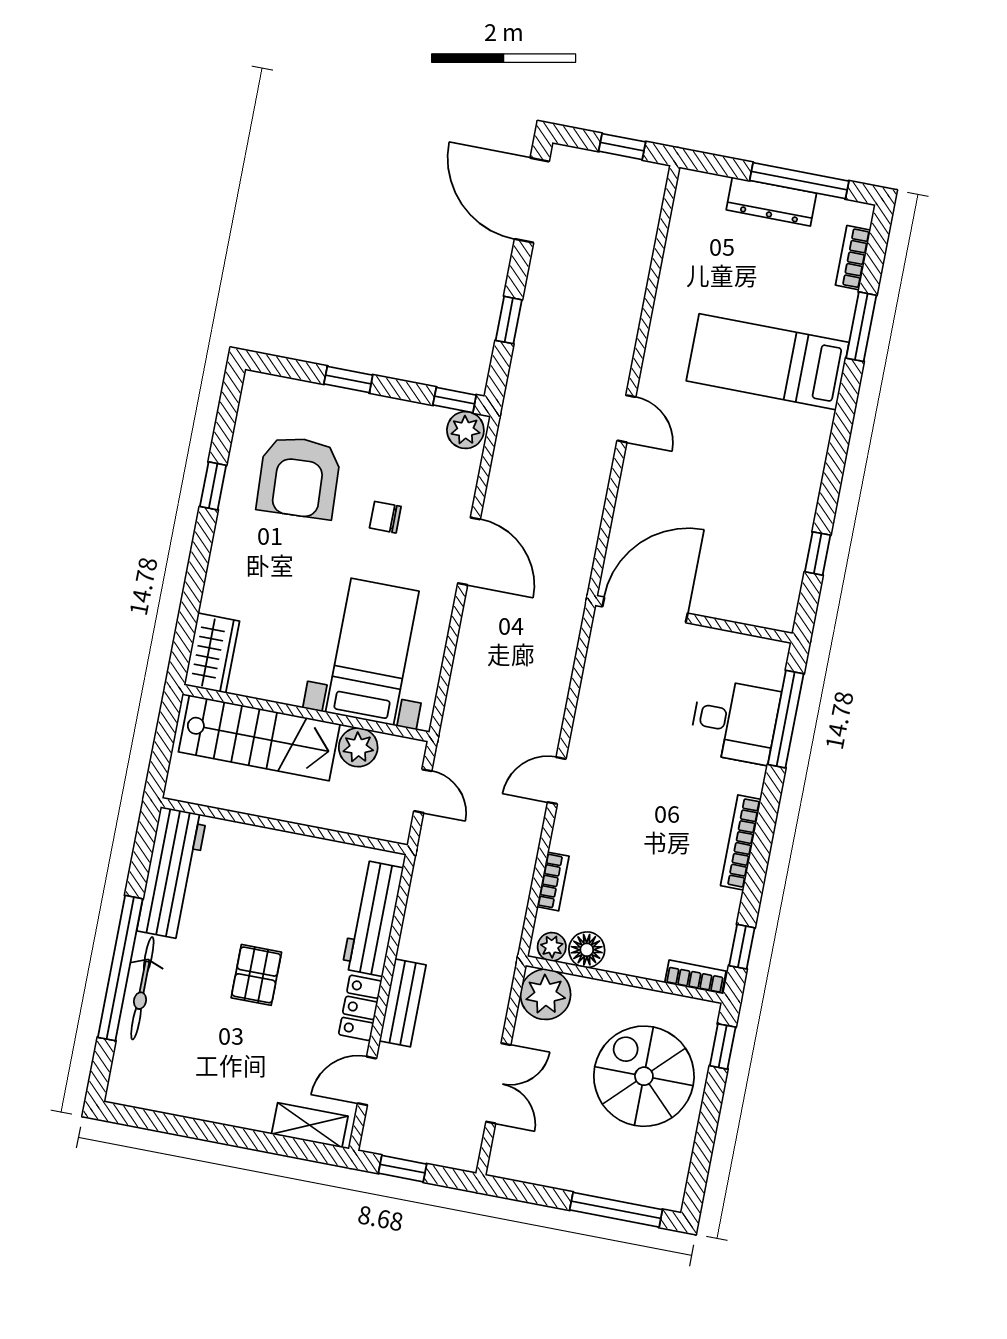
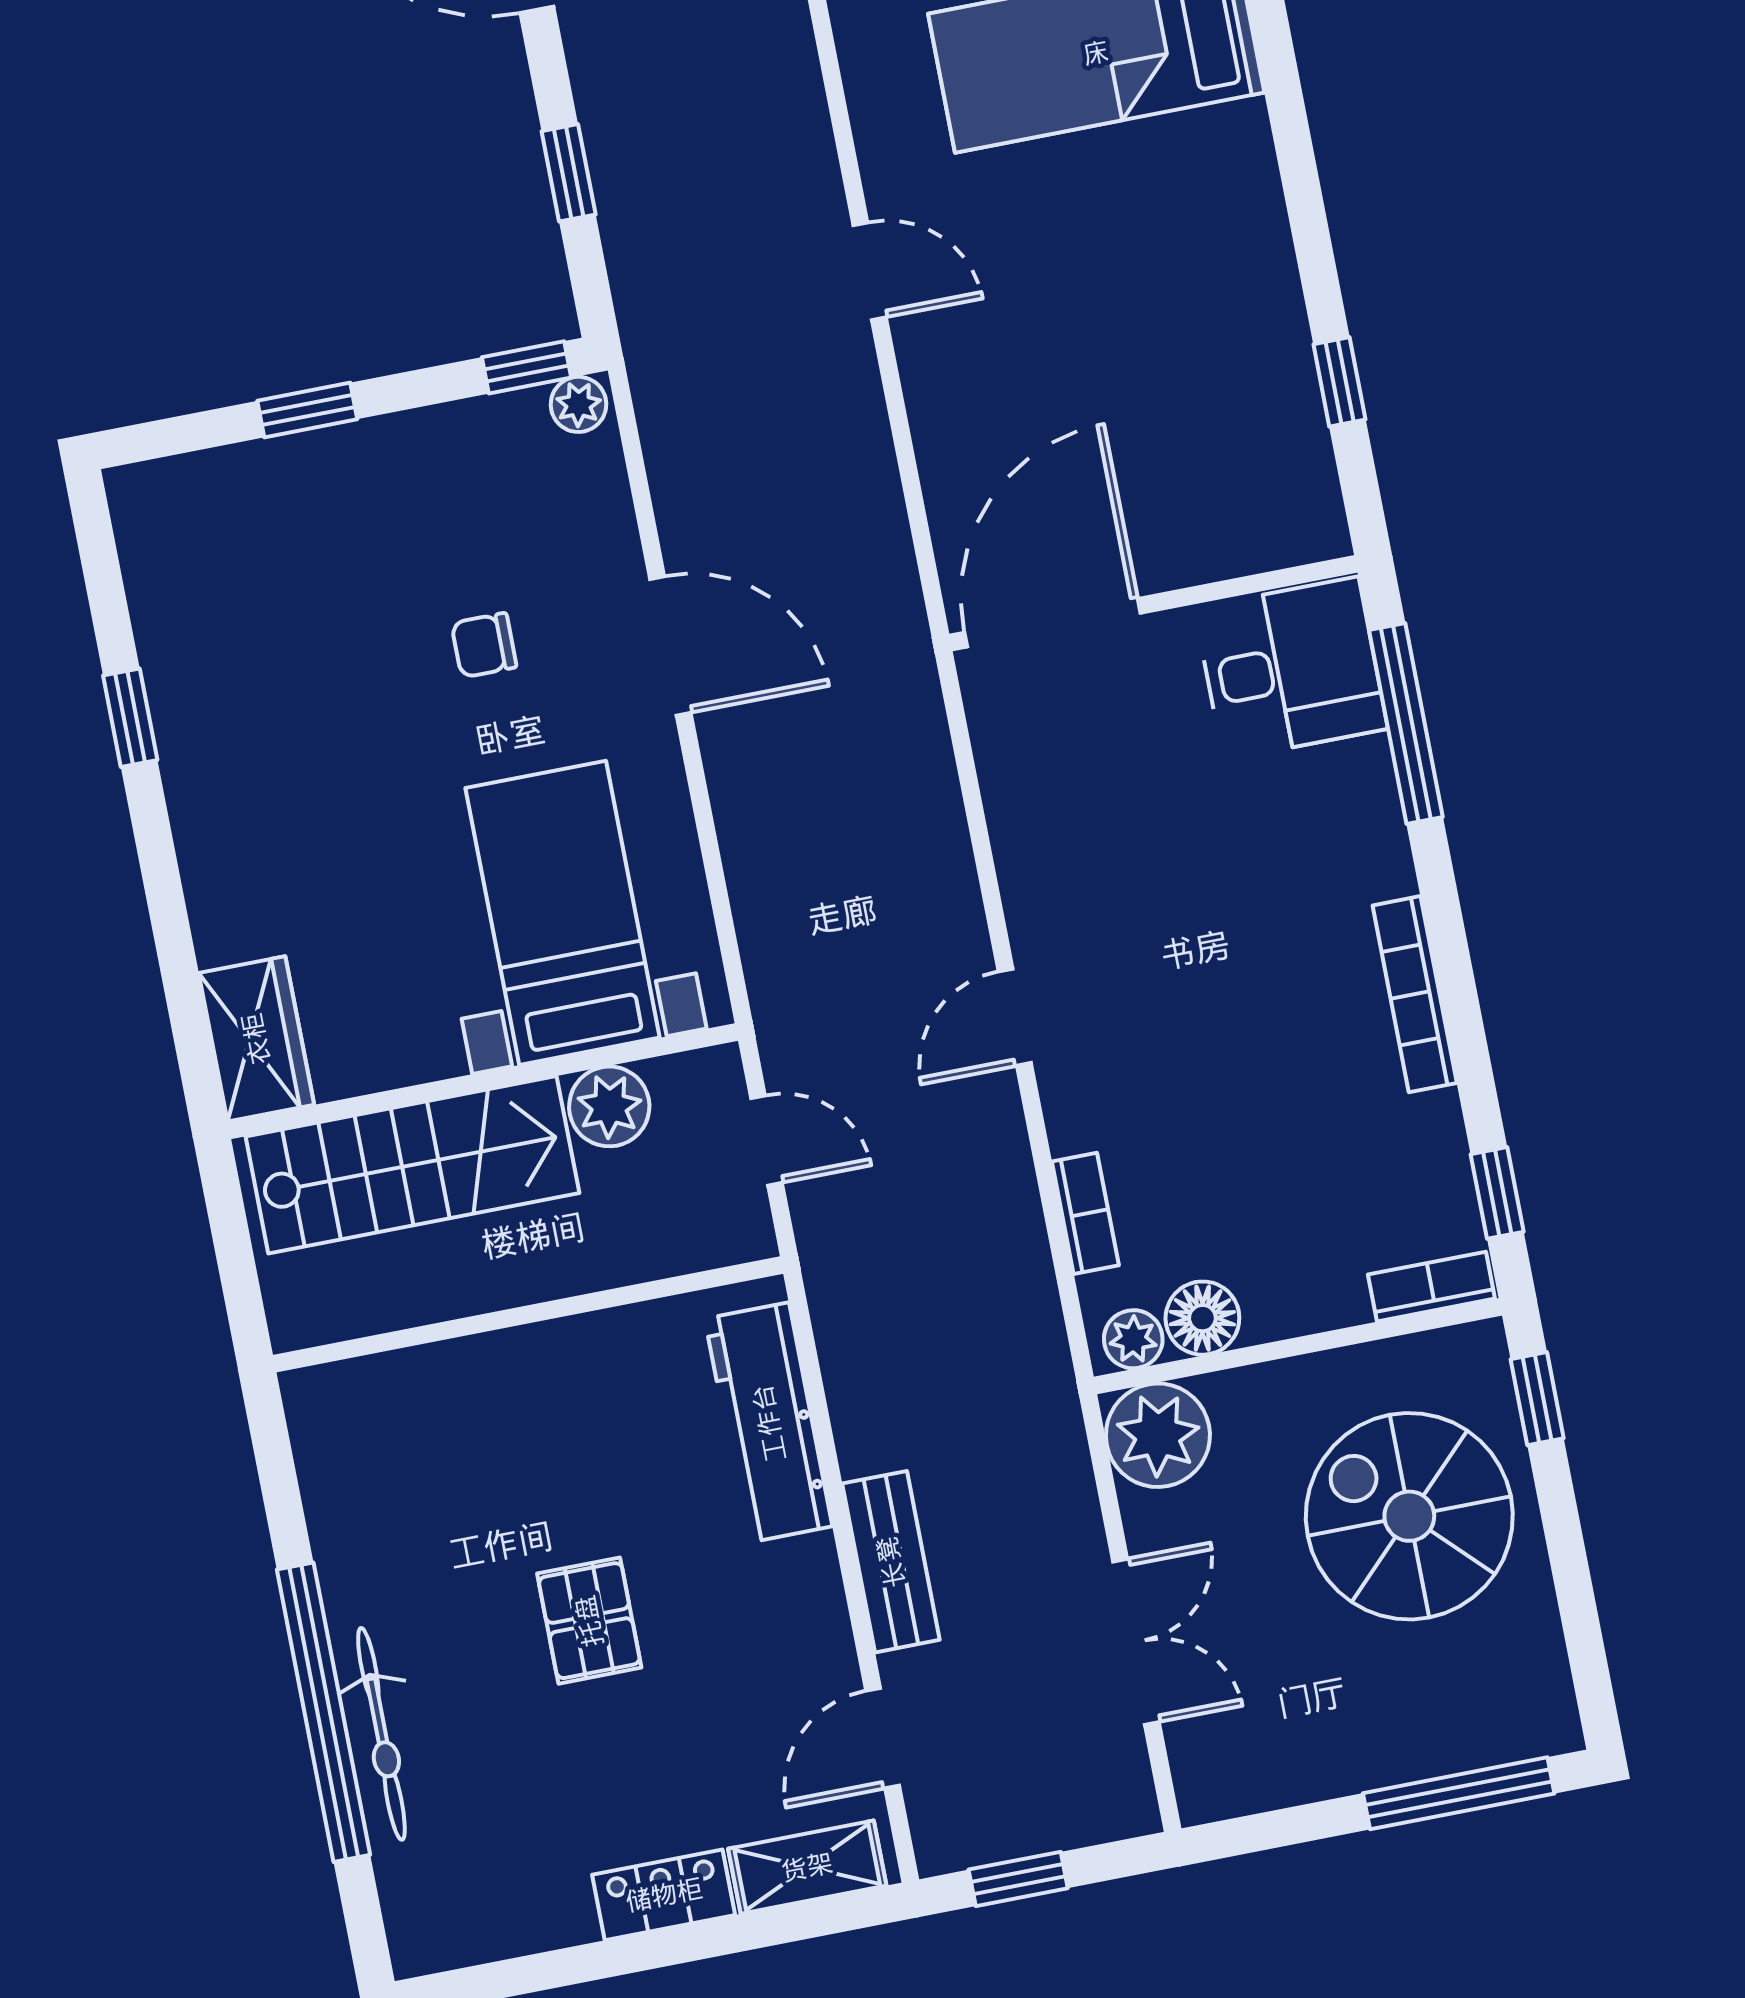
plant: (465, 430) -> (578, 404), width x0.73, depth x0.73
armchair: (299, 477) -> (288, 635), removed
desk: (735, 721) -> (1291, 668), moved
workbench: (172, 873) -> (349, 1491), removed
locker: (360, 1008) -> (664, 1895), moved, turned 90

